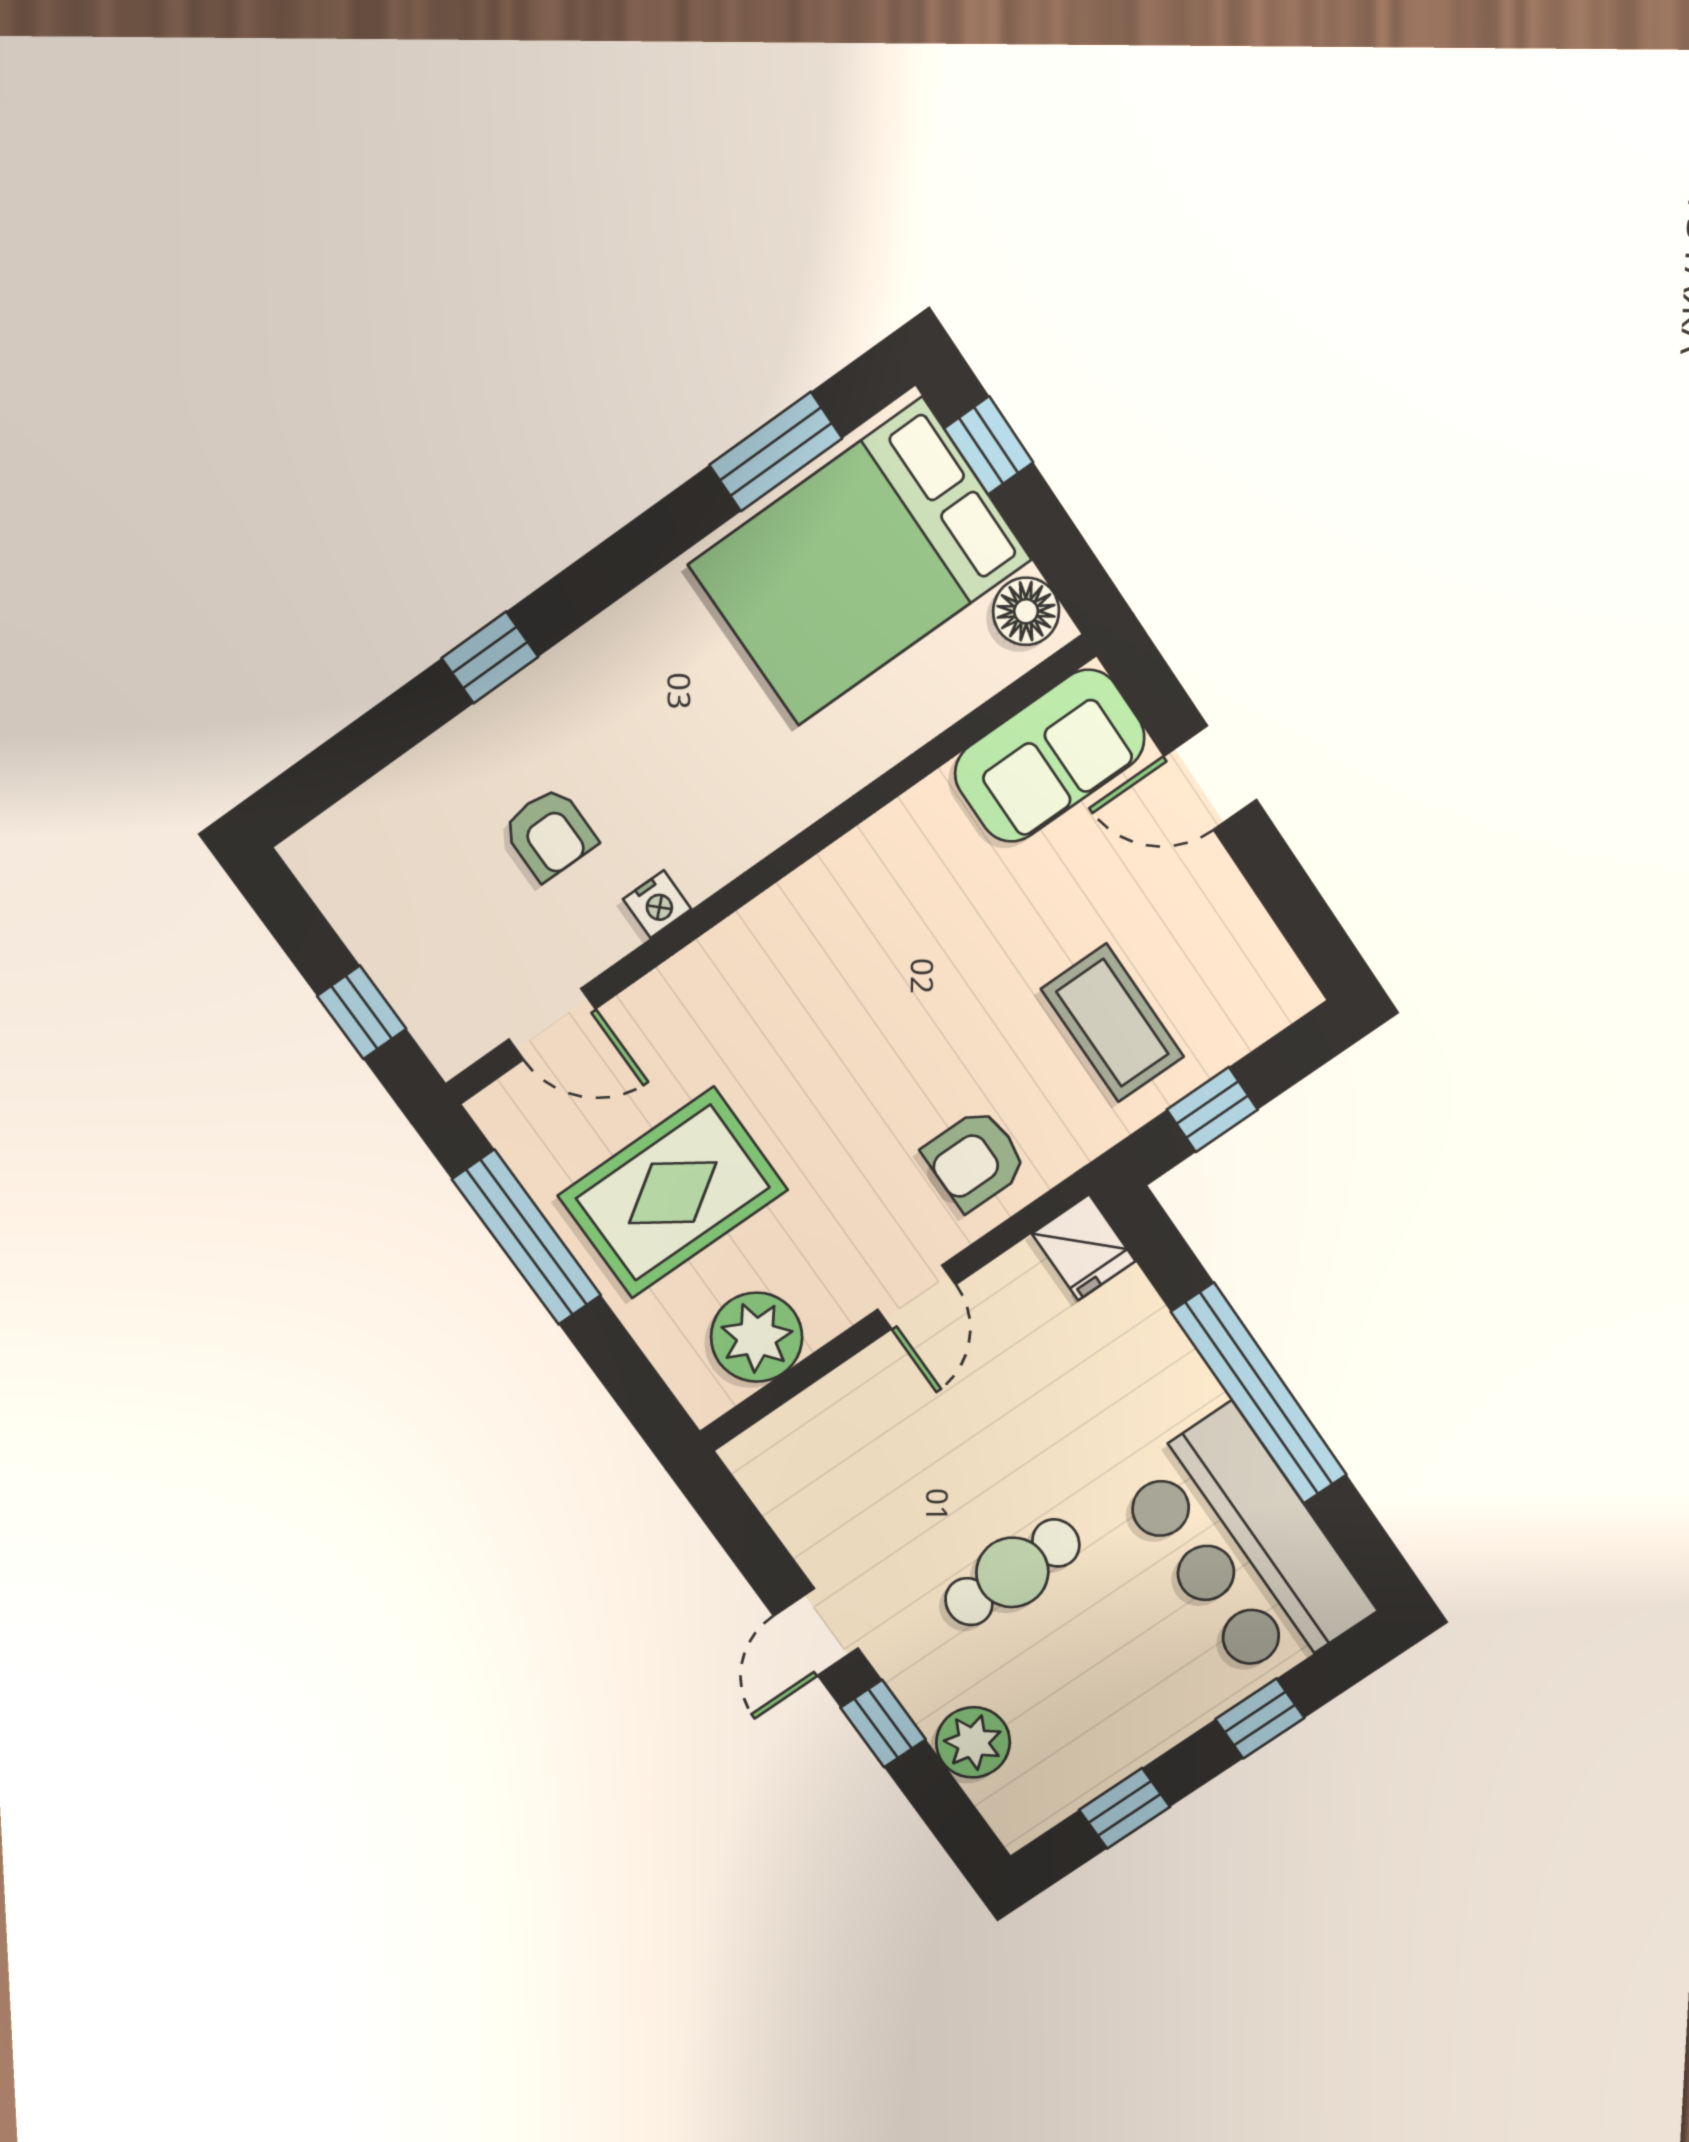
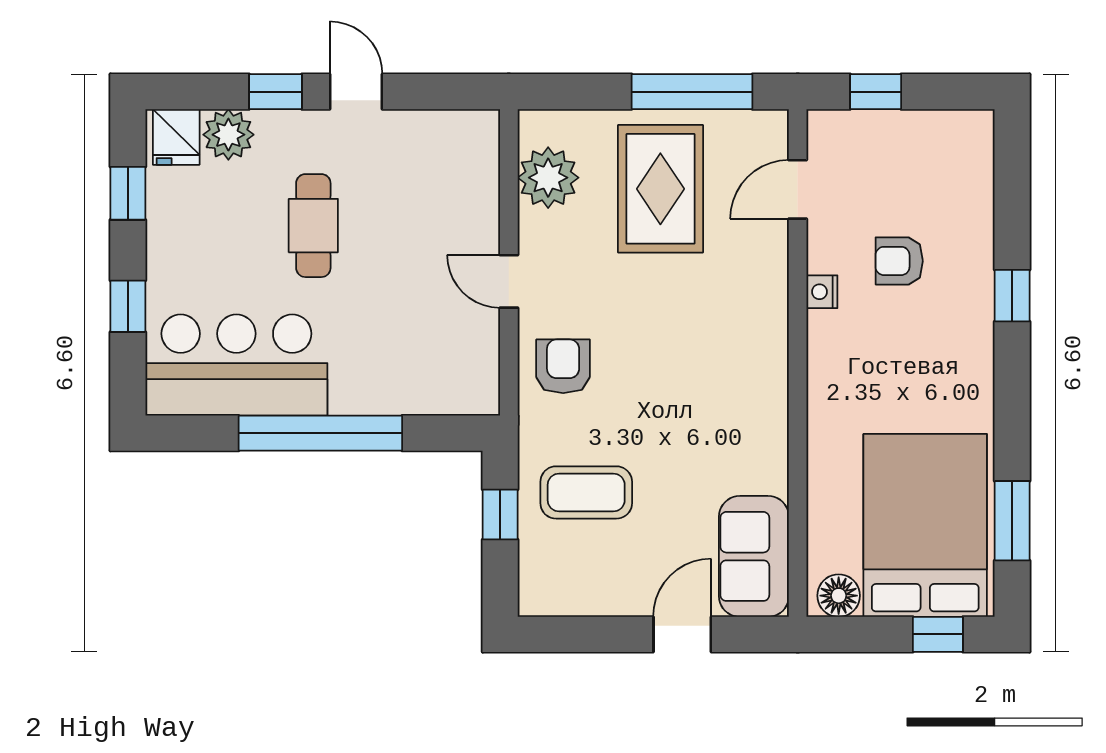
fridge: (1084, 1247) -> (176, 137), moved, turned -90

